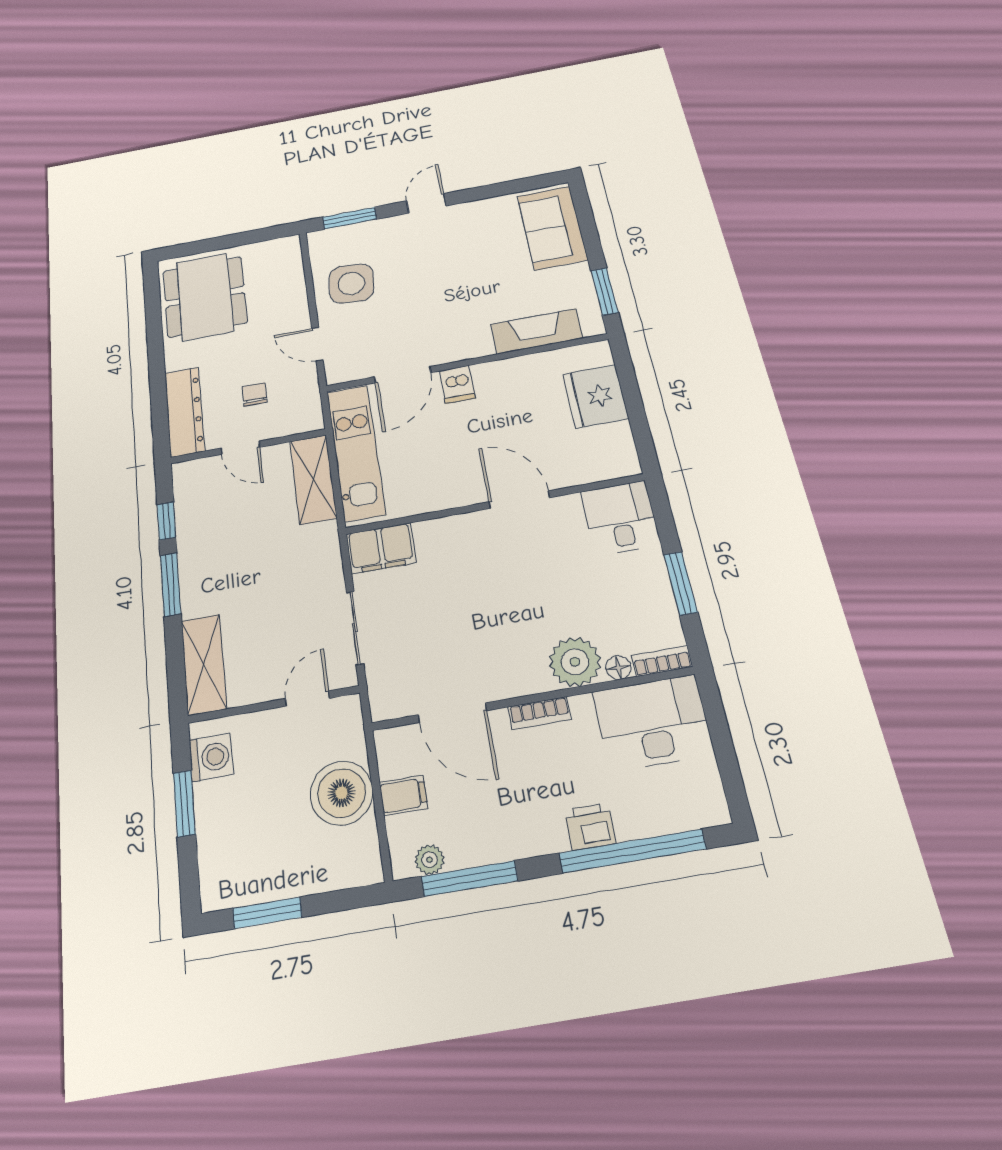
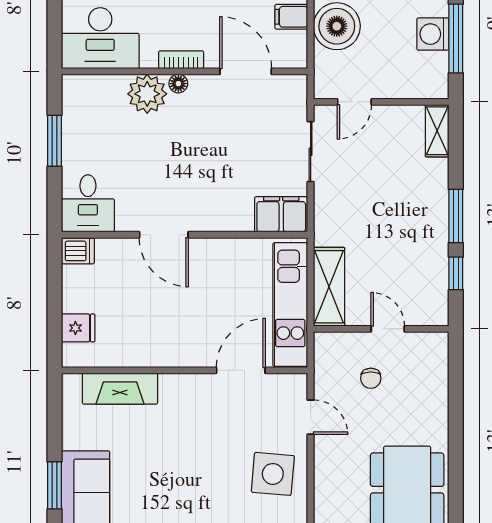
window: (605, 291) -> (54, 485), moved
dishwasher: (457, 384) -> (78, 251), moved, turned 90
fridge: (596, 396) -> (78, 328), width x0.53, depth x0.75
dresser: (184, 412) -> (434, 374), removed
bookcase: (662, 661) -> (83, 83), removed
shelving: (204, 664) -> (437, 131), width x0.67, depth x0.75
floor lamp: (618, 668) -> (178, 84), moved
washing machine: (211, 757) -> (433, 34), moved
window: (184, 803) -> (456, 39), width x1.44

